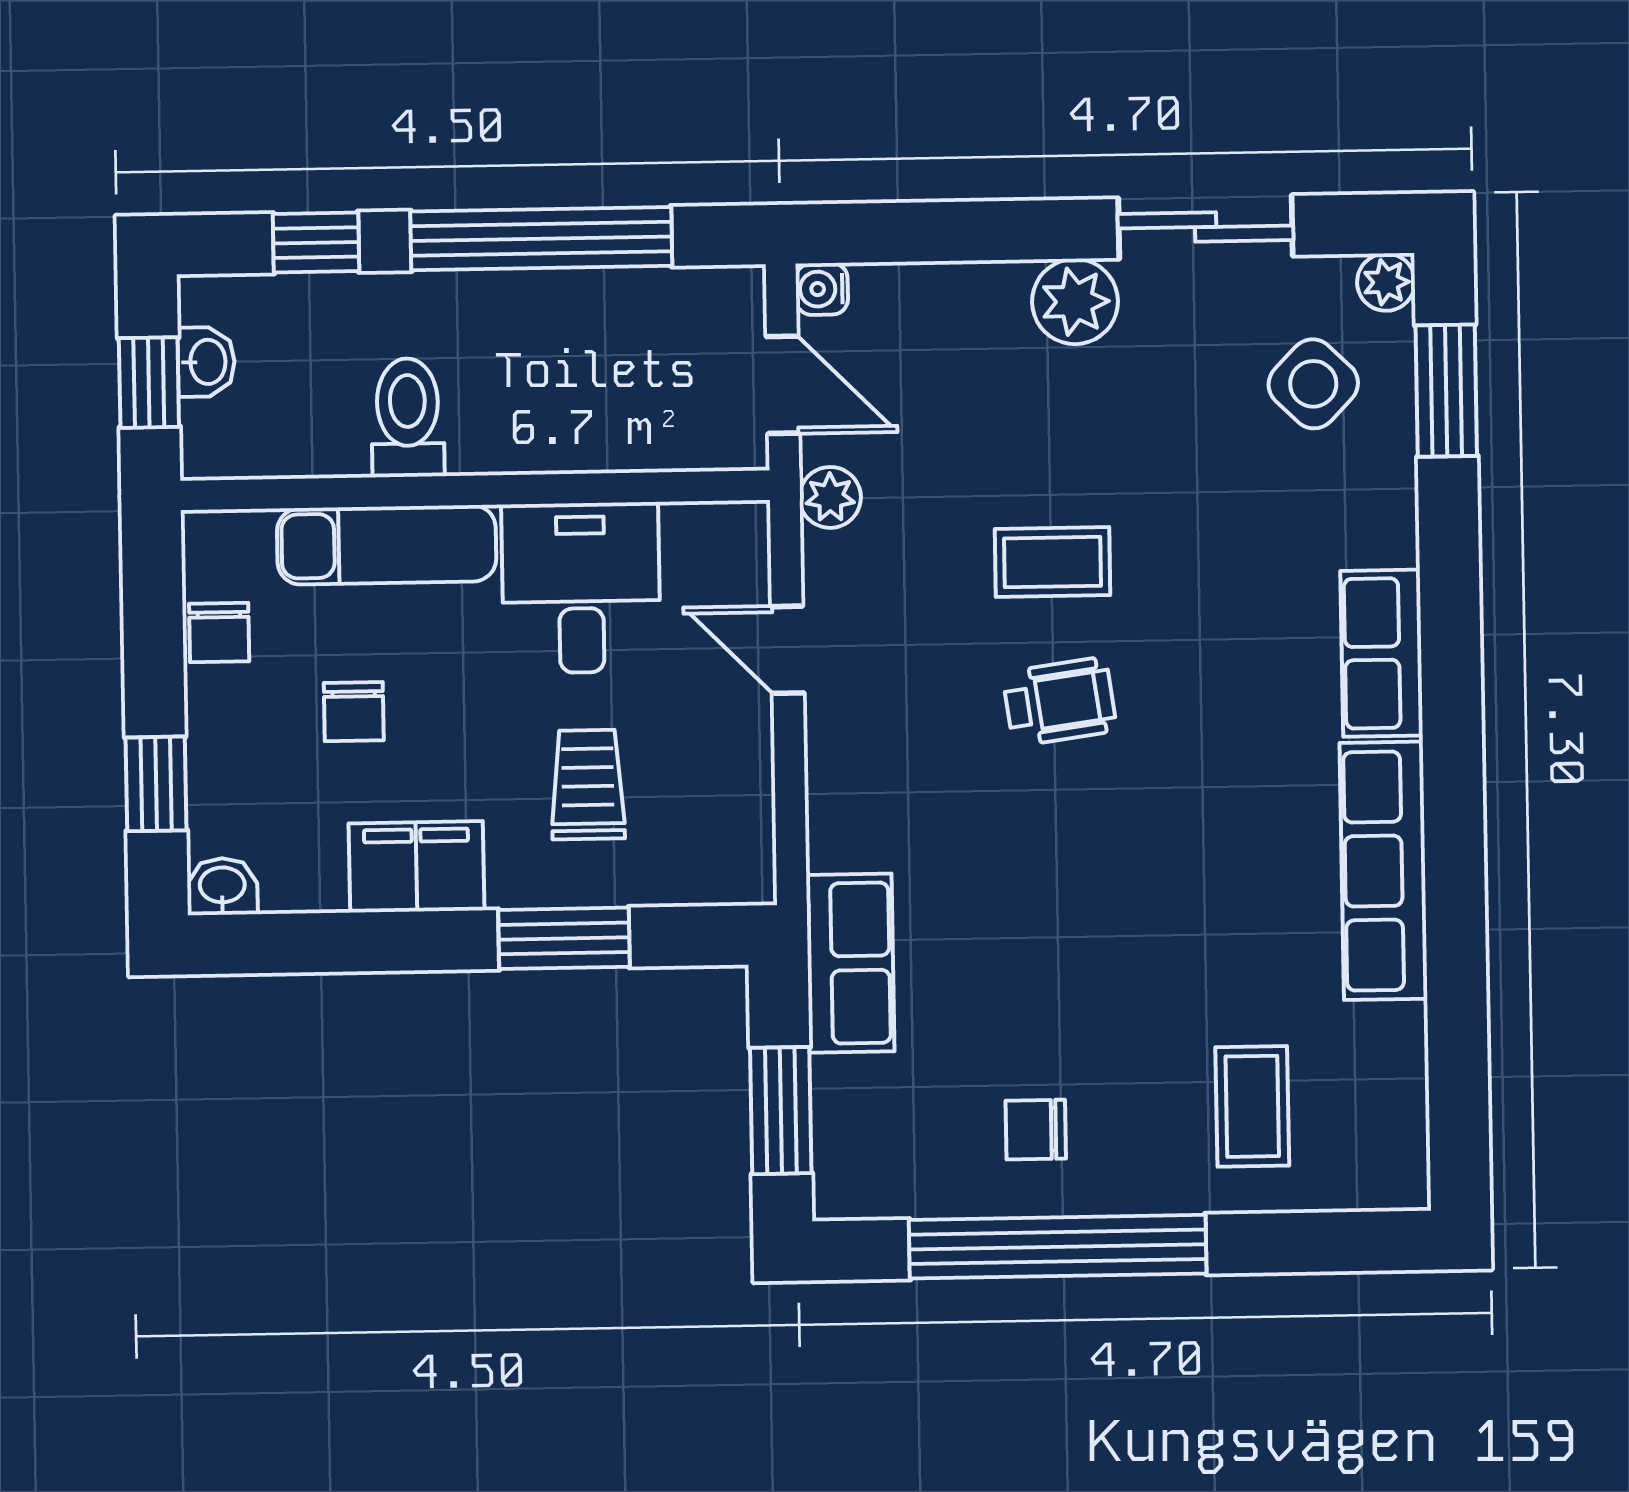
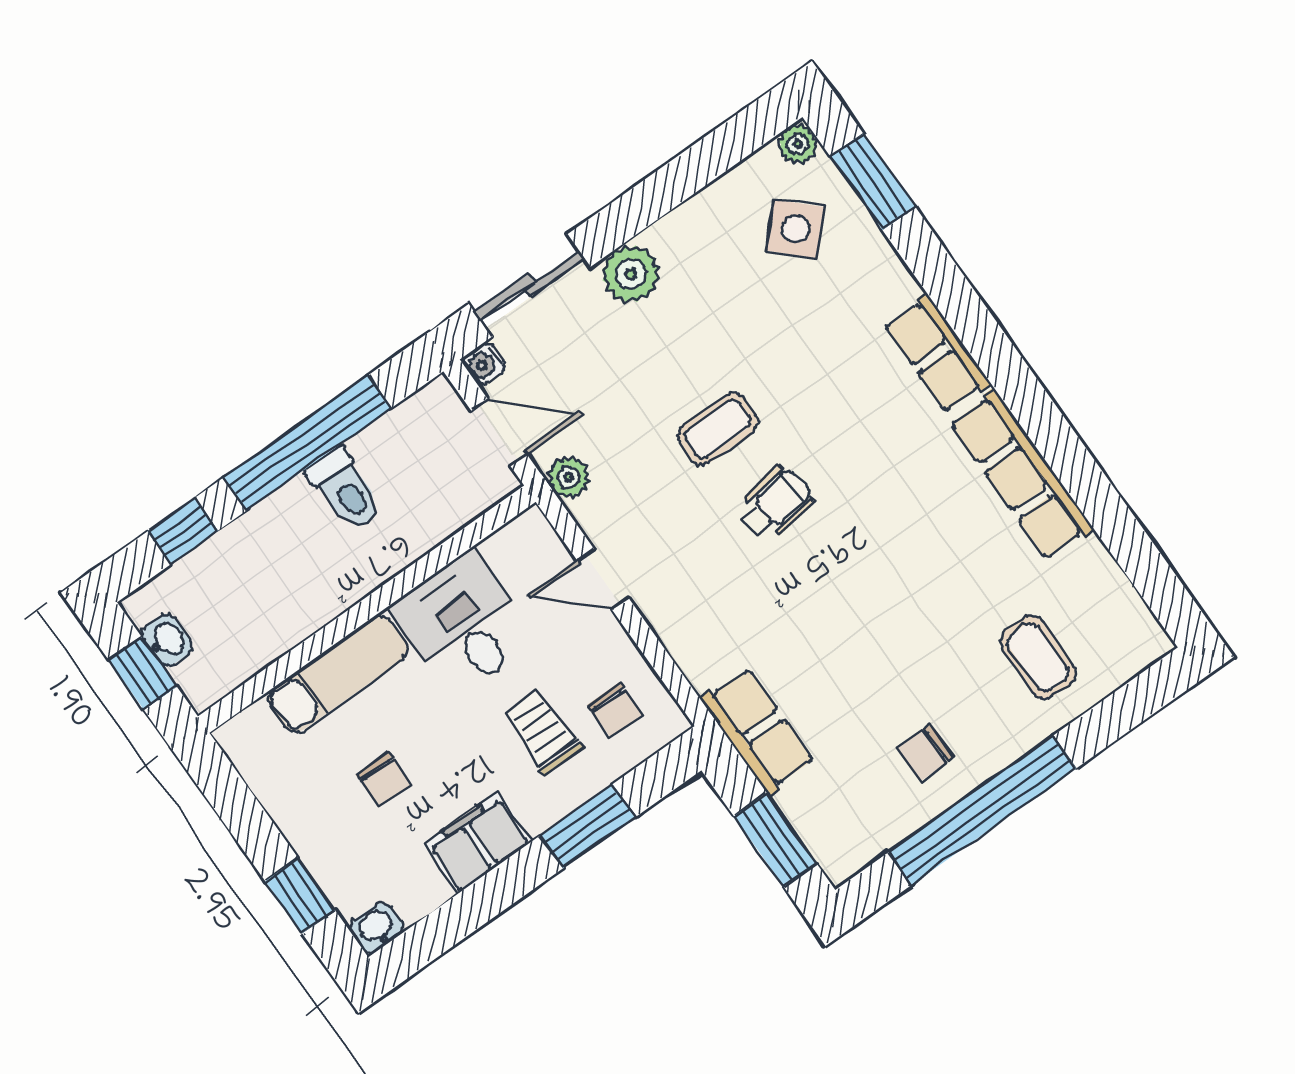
sliding door: (1206, 227) -> (530, 285), moved
toilet: (408, 418) -> (345, 490), moved, turned 180
chair: (219, 632) -> (615, 710), moved

